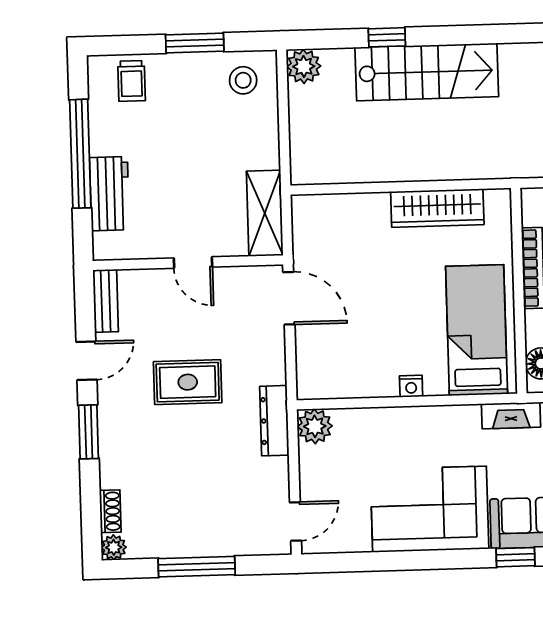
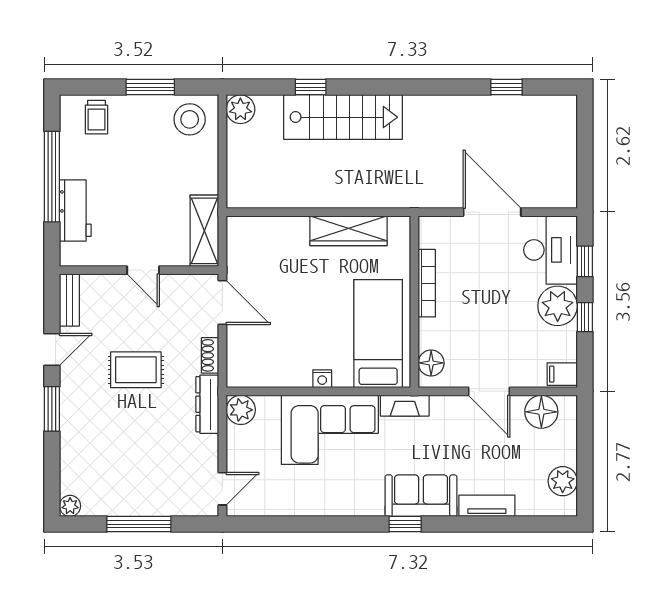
stool: (243, 80) -> (190, 119), width x1.38, depth x1.38
corner sofa: (430, 509) -> (330, 430), moved, turned 180
shoe rack: (110, 511) -> (210, 355), moved, turned 180

